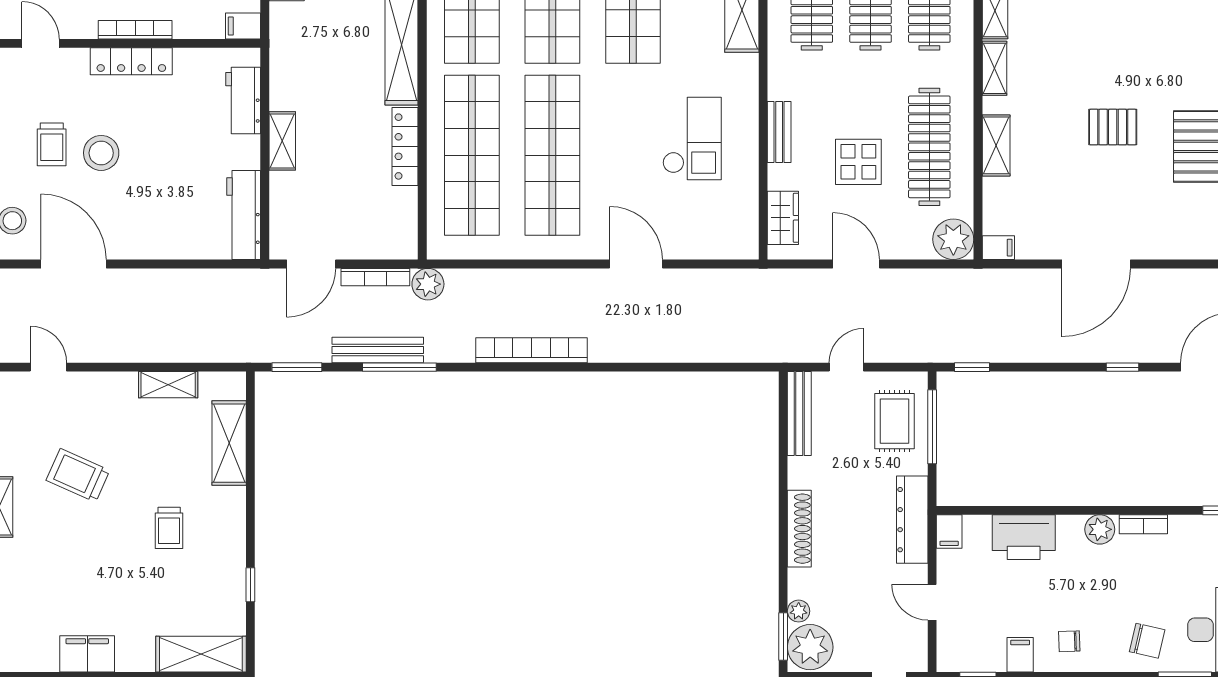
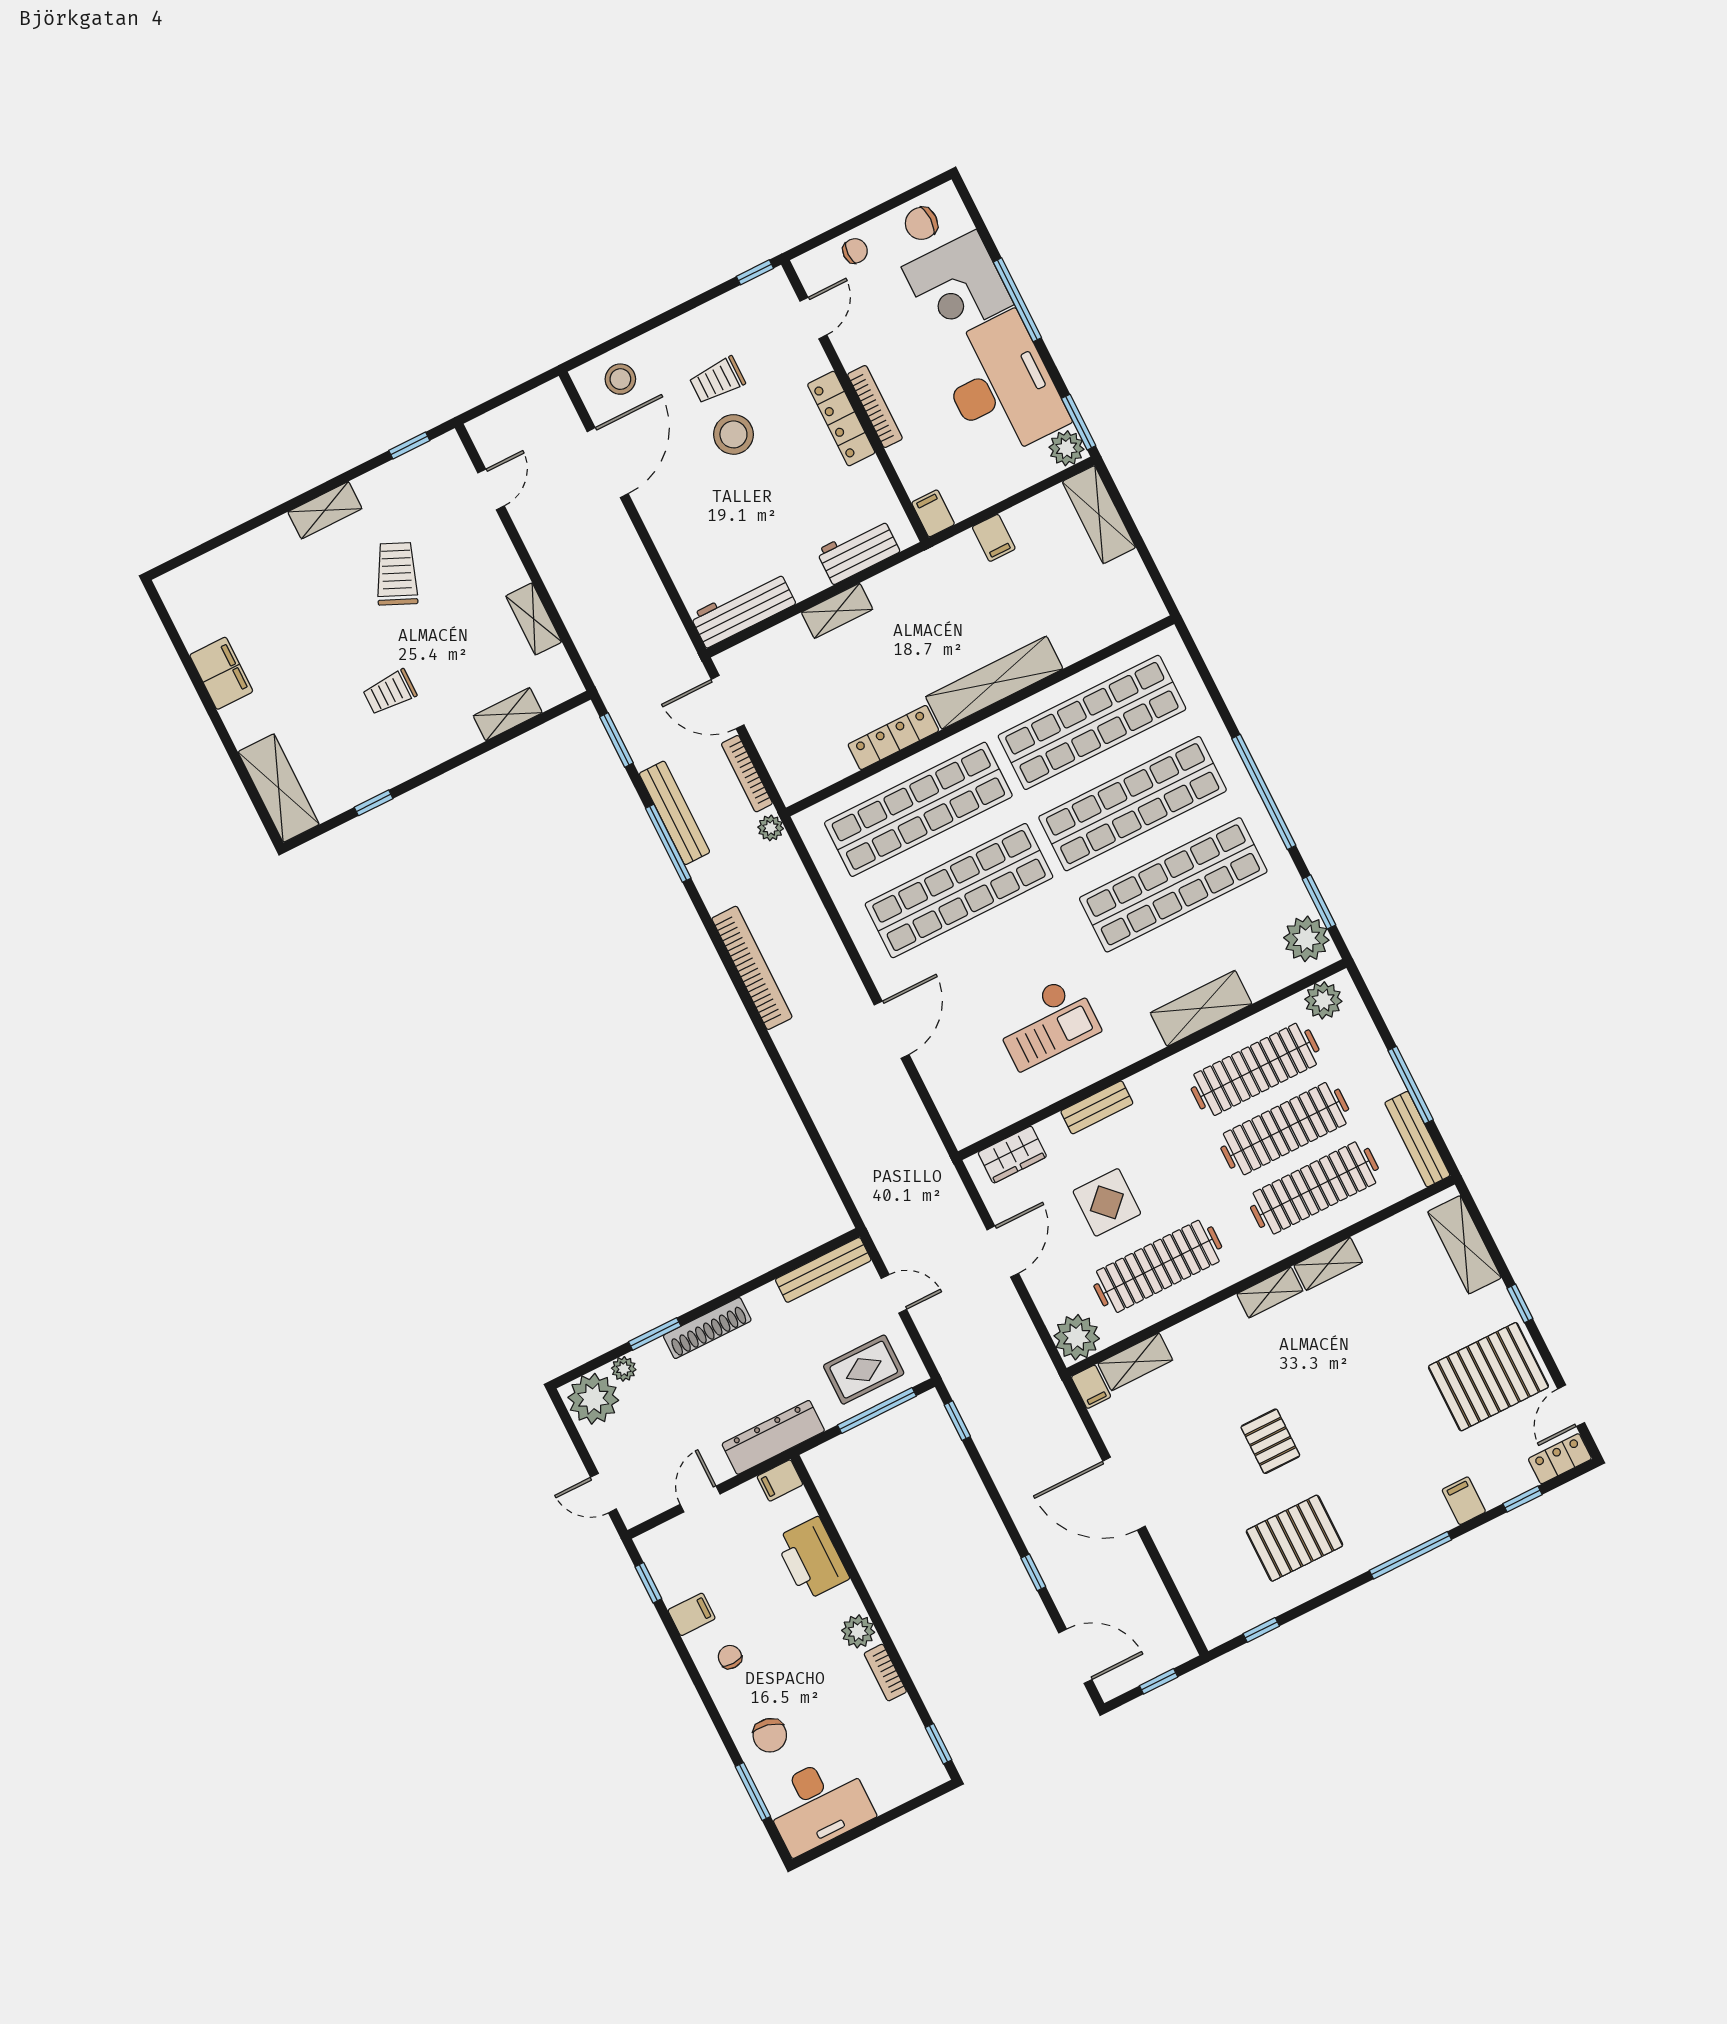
shelving: (996, 145) -> (1135, 1362), moved
plant: (428, 284) -> (771, 828), width x0.73, depth x0.73
shelving: (229, 443) -> (508, 714), width x0.67, depth x0.75
window: (783, 636) -> (655, 1334), moved

